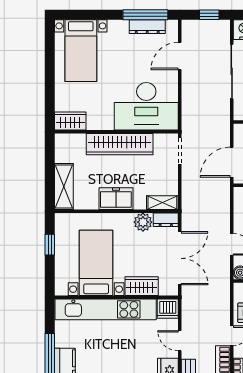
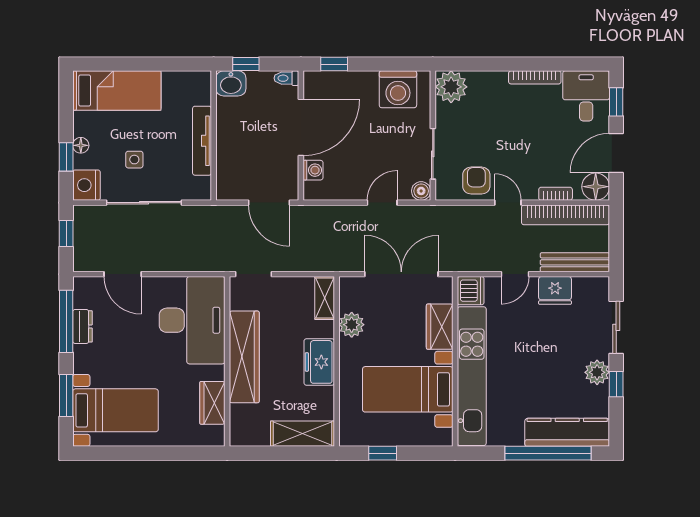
window: (92, 15) -> (66, 395), added
dresser: (147, 27) -> (82, 326), width x0.70
wardrobe: (70, 121) -> (212, 403), moved
dresser: (166, 220) -> (348, 293), removed

